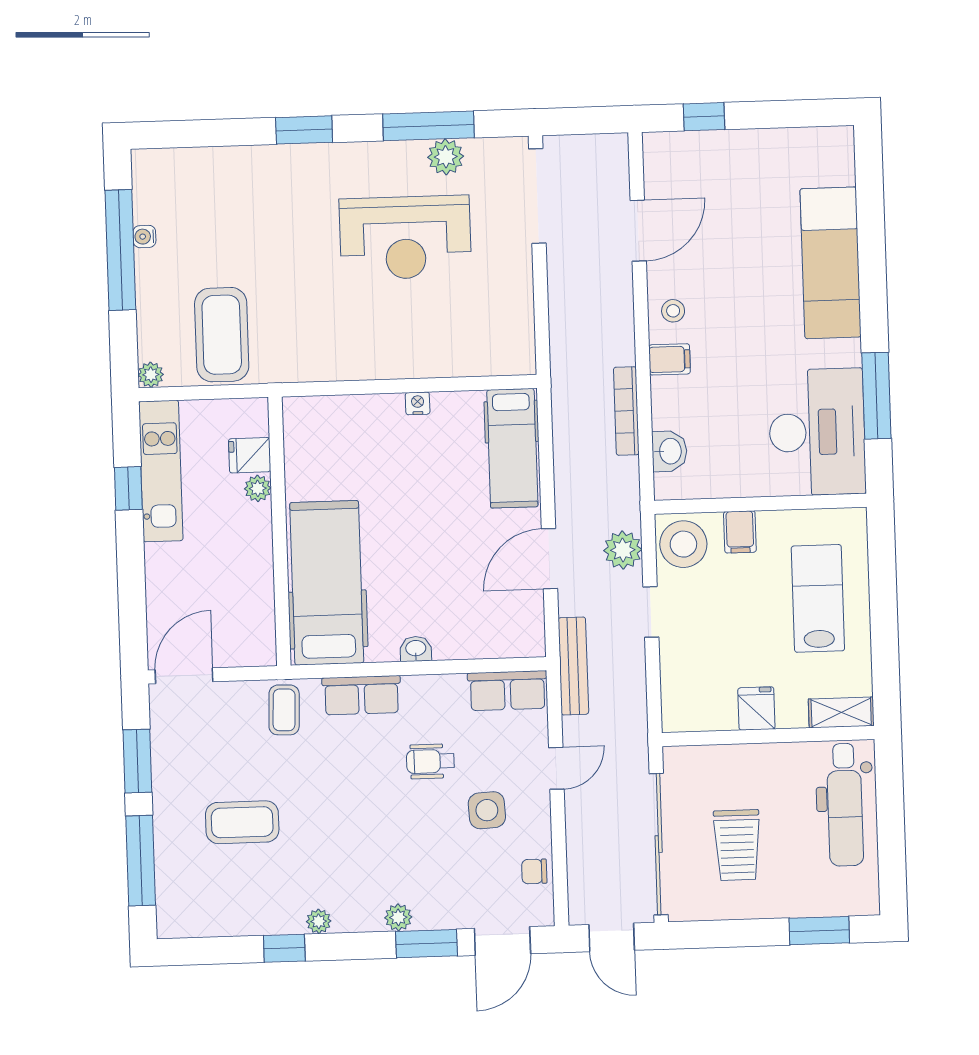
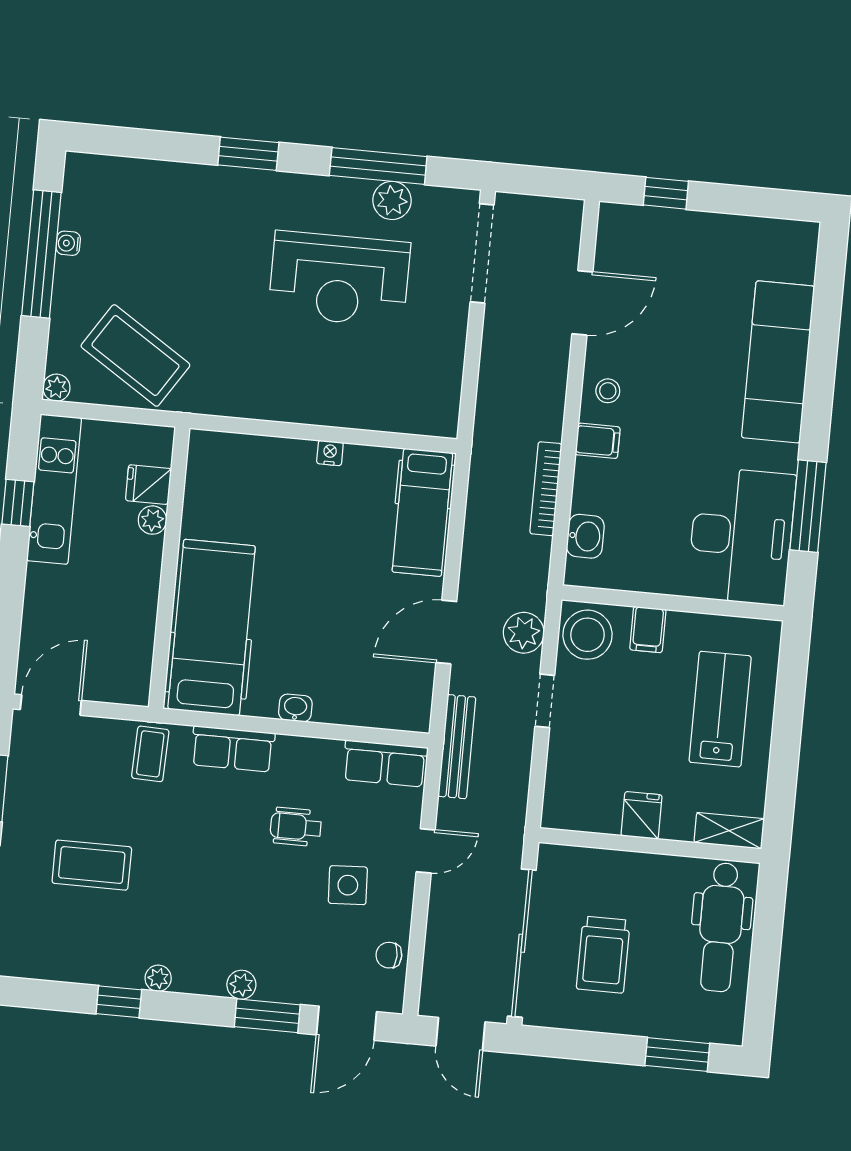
coffee table: (222, 335) -> (135, 356), turned -57

